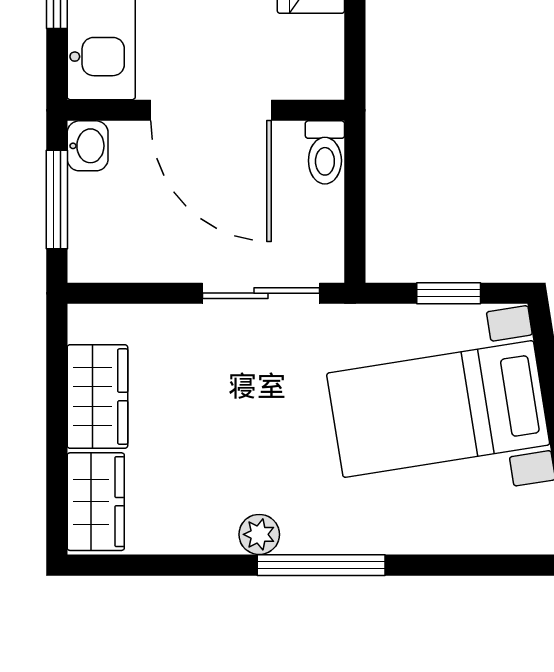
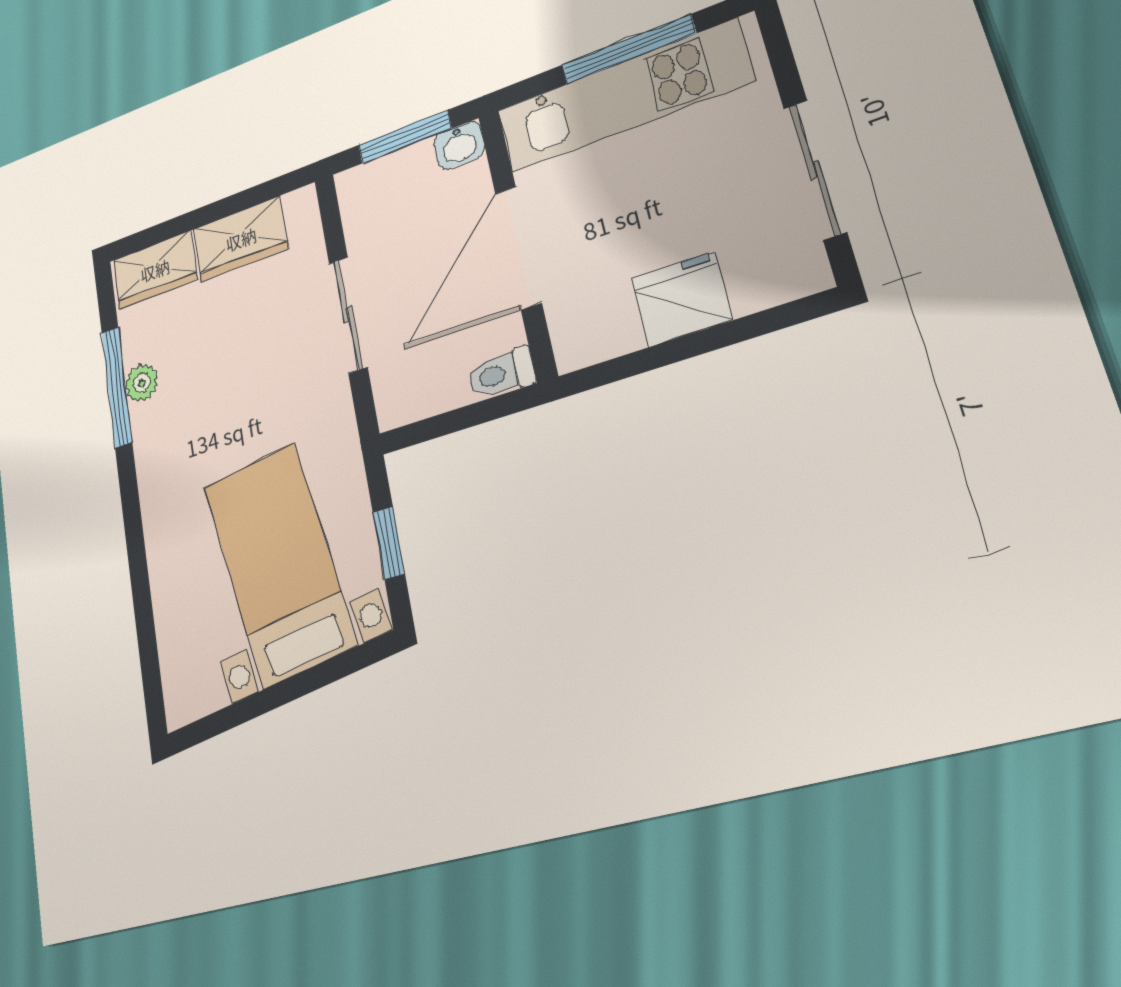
sliding door: (261, 293) -> (348, 315), moved
plant: (259, 534) -> (142, 383), moved
window: (321, 565) -> (117, 387), moved

